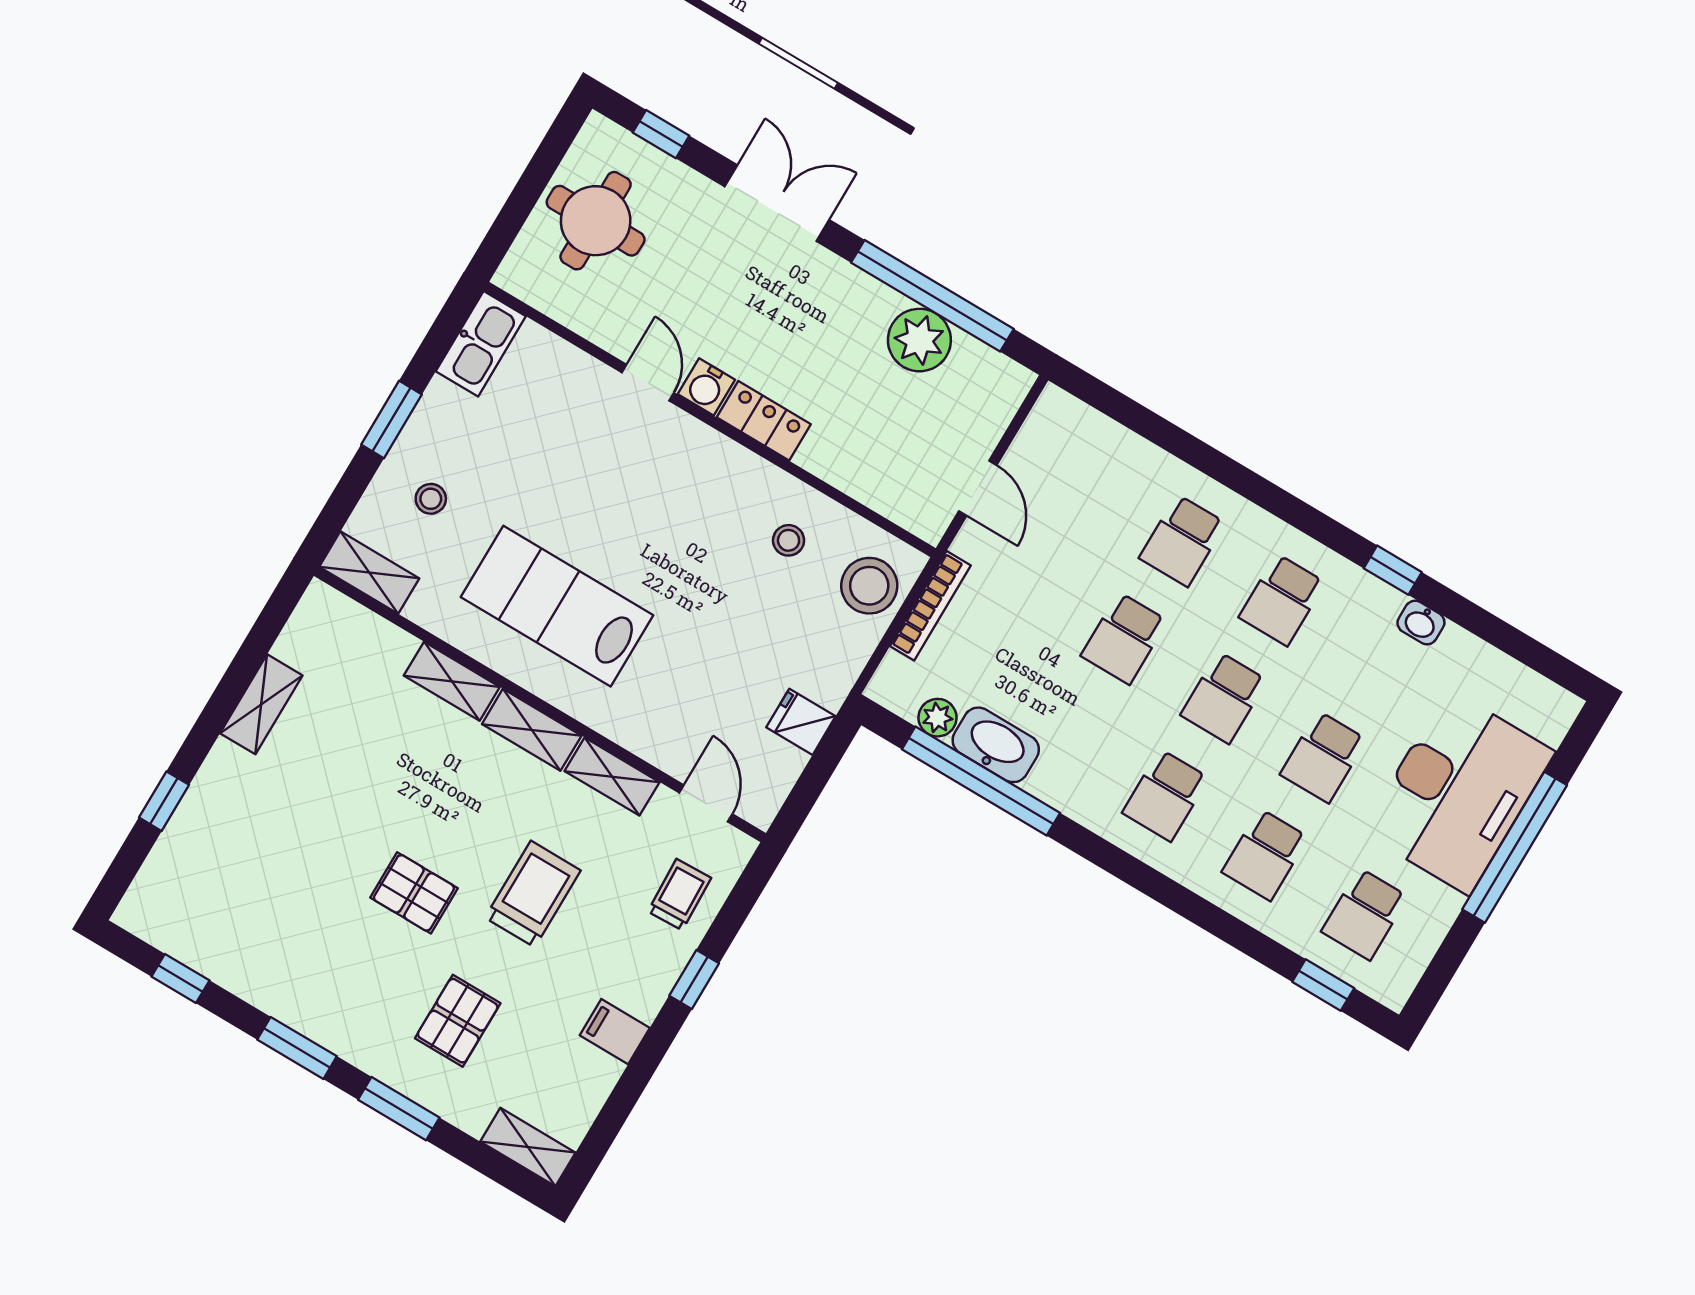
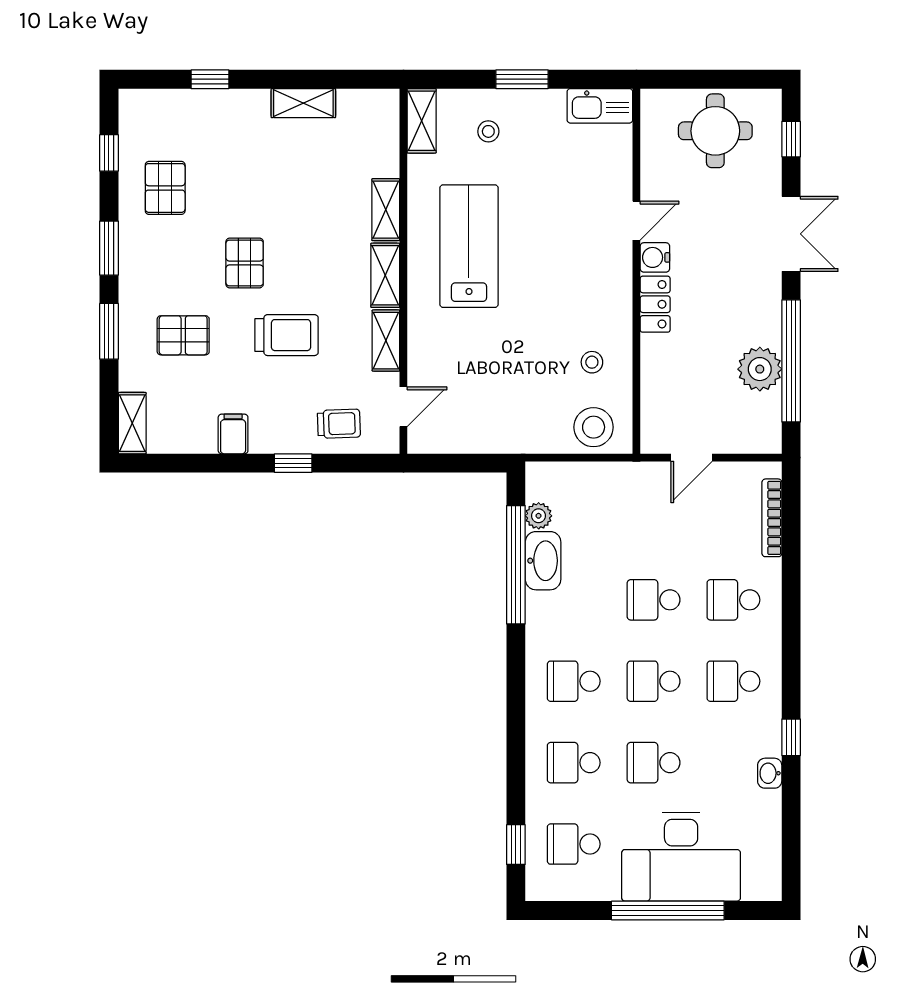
bookcase: (930, 606) -> (772, 518), moved, turned 90
fridge: (801, 722) -> (487, 435), removed
pallet: (264, 935) -> (165, 188), added

